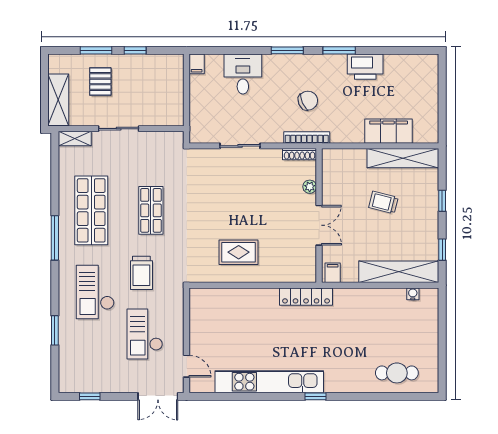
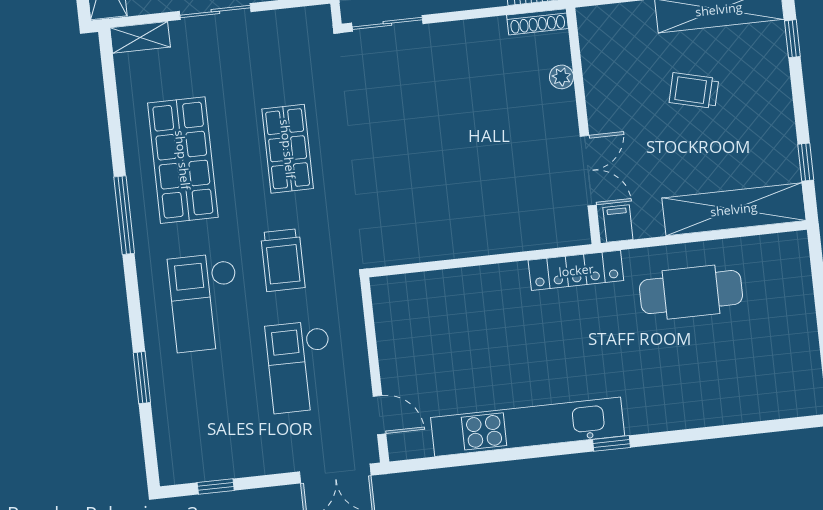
sliding door: (240, 146) -> (387, 23), moved
window: (442, 201) -> (792, 39), moved
double door: (319, 225) -> (588, 171), moved
rug: (239, 252) -> (449, 205), removed
water cooler: (413, 294) -> (763, 245), removed
cafe table: (397, 373) -> (691, 292), moved, width x1.37, depth x1.35

